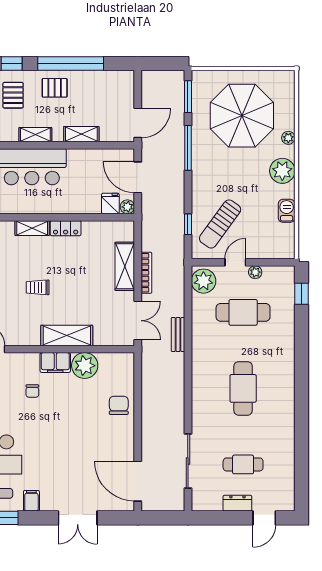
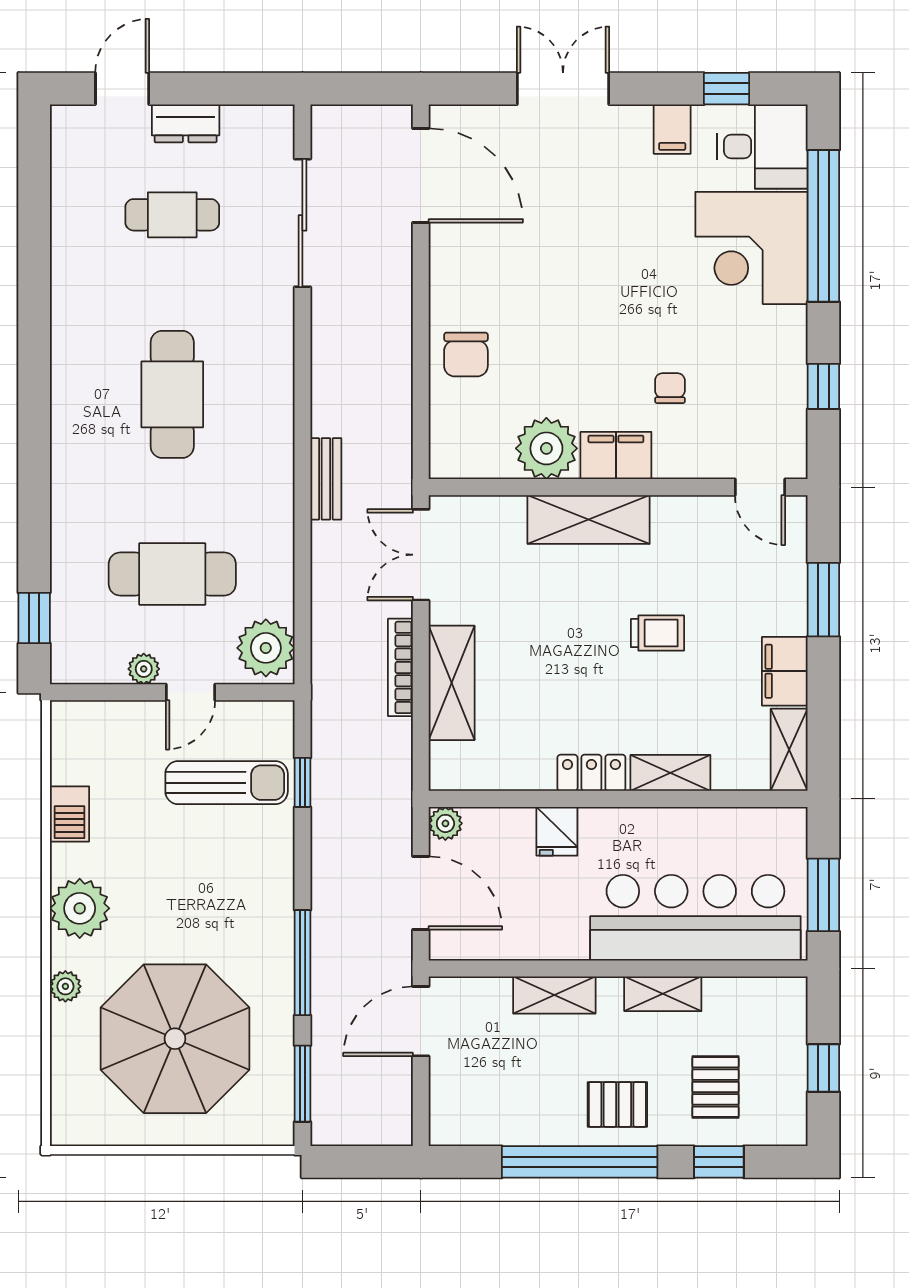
fridge: (110, 203) -> (557, 831), moved
sun lounger: (220, 224) -> (227, 783), turned 54
bench: (178, 335) -> (326, 479), moved

